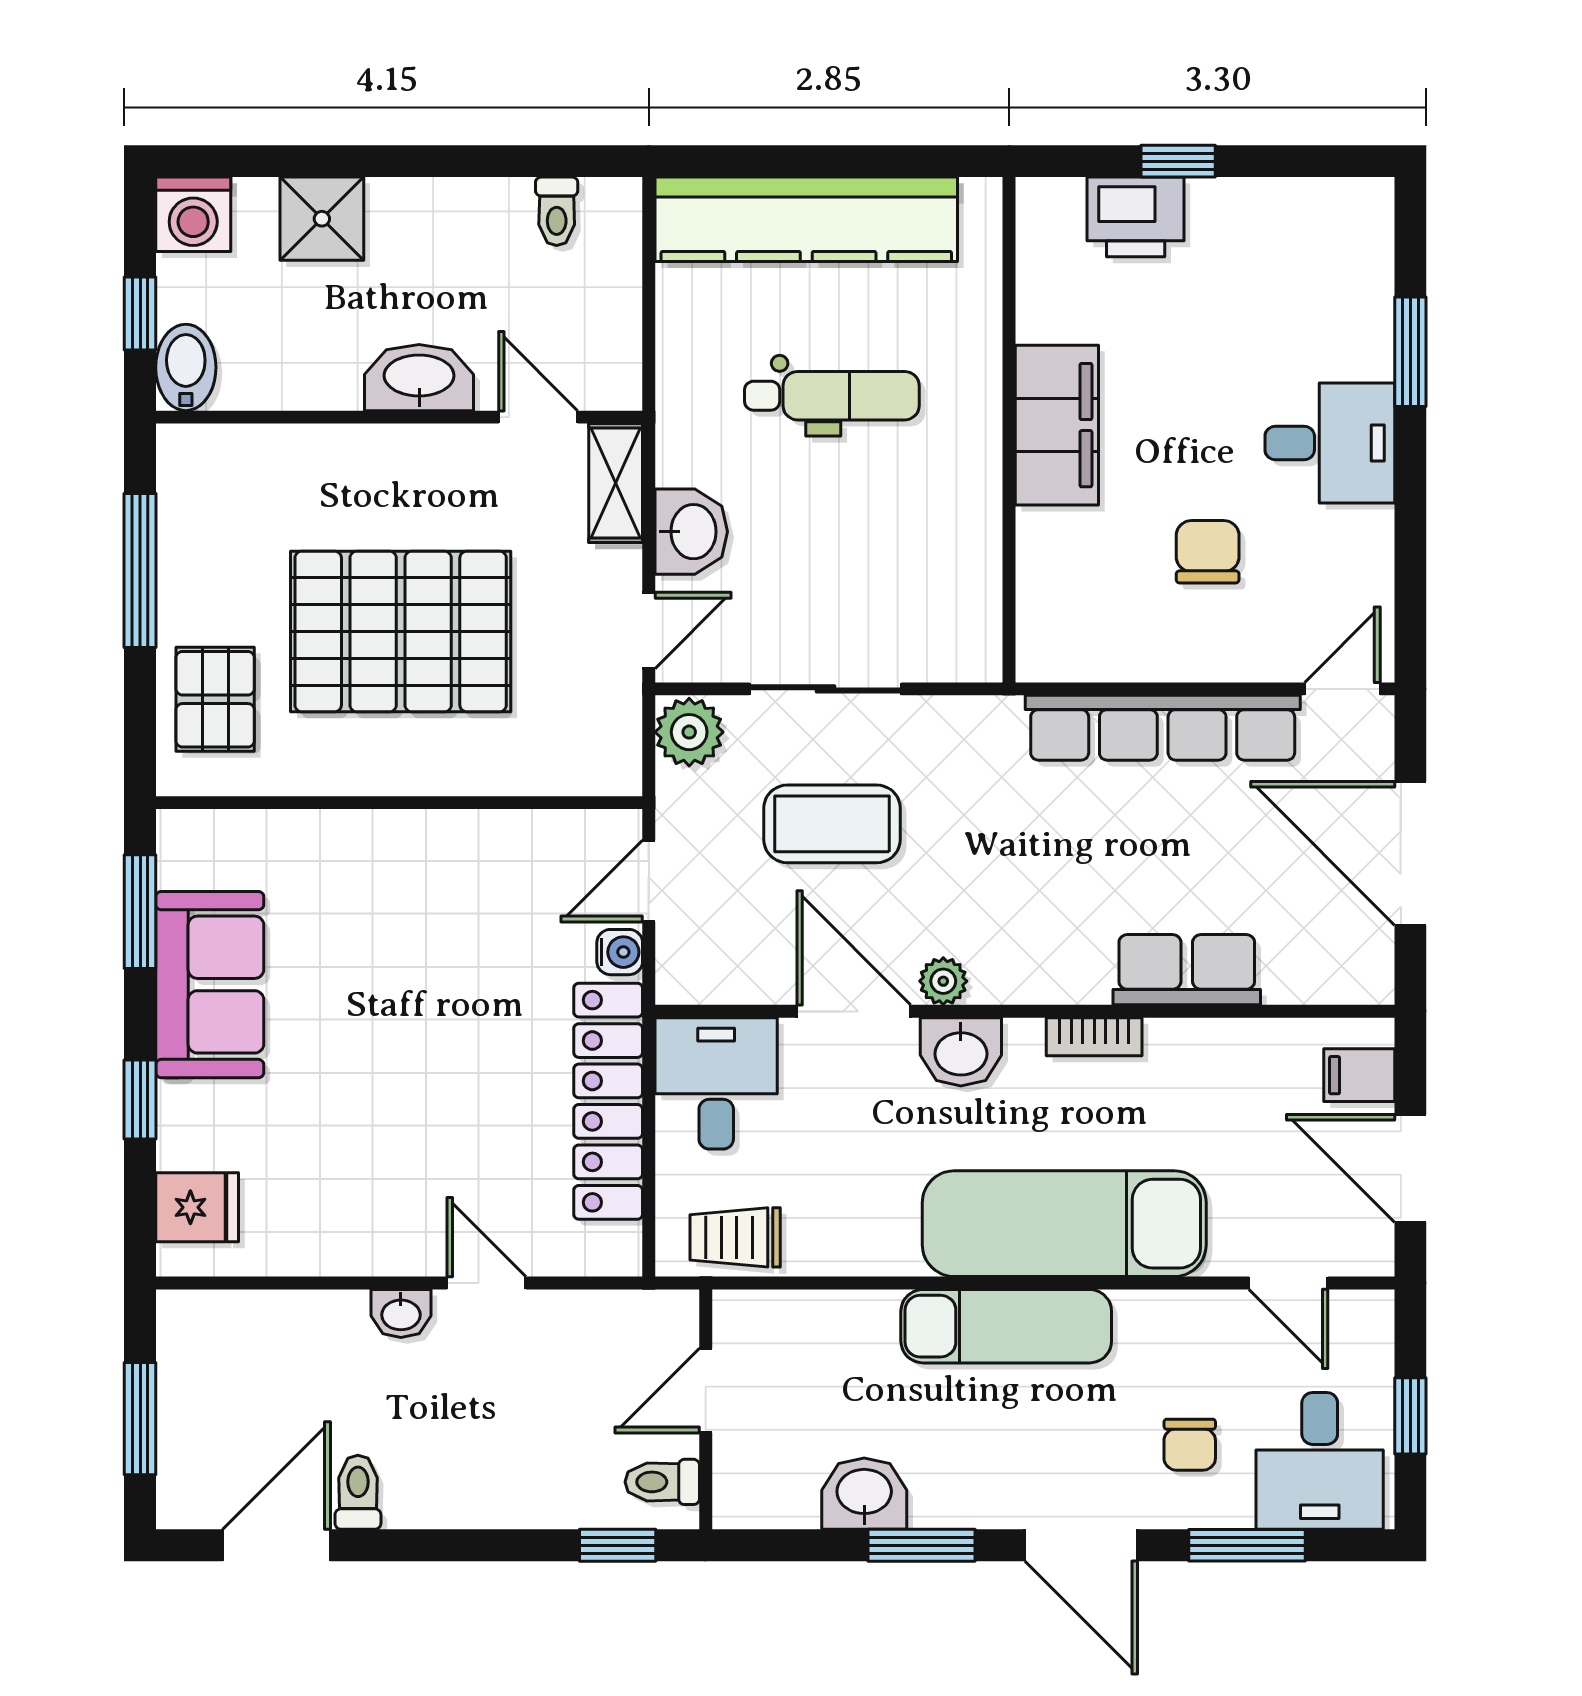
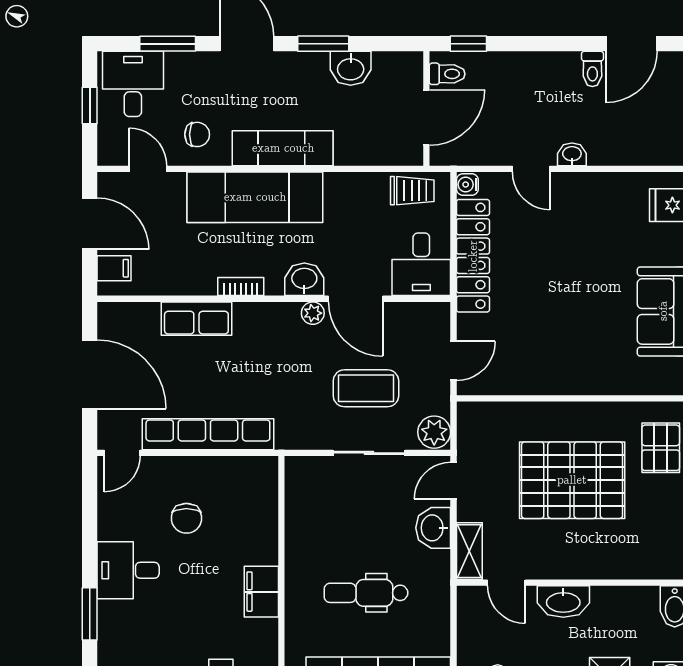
filing cabinet: (1057, 425) -> (261, 592), width x0.67, depth x0.86
water cooler: (620, 952) -> (467, 185), moved
door: (706, 1391) -> (426, 118), width x1.38
chair: (1190, 1445) -> (197, 134), moved, turned 90

